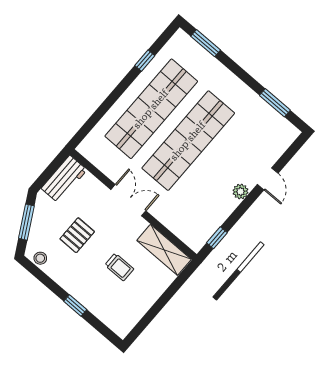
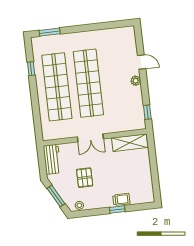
window: (275, 103) -> (108, 25), removed
double door: (128, 200) -> (90, 138), swing flipped
trolley: (119, 267) -> (121, 199), moved

